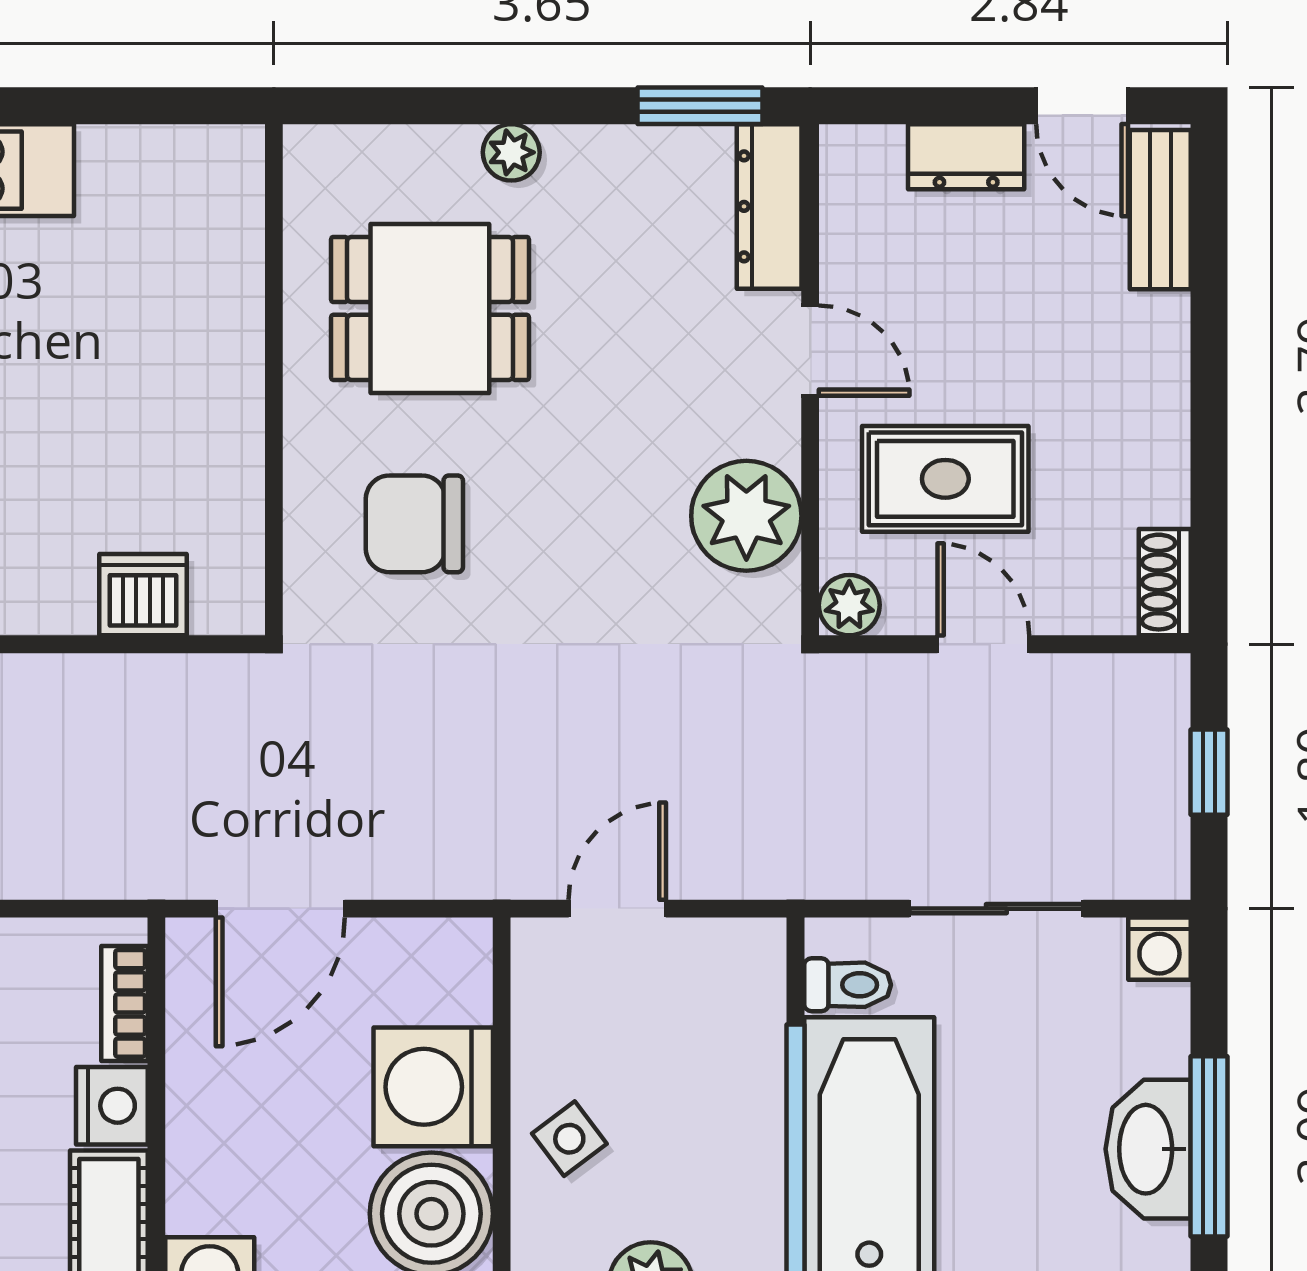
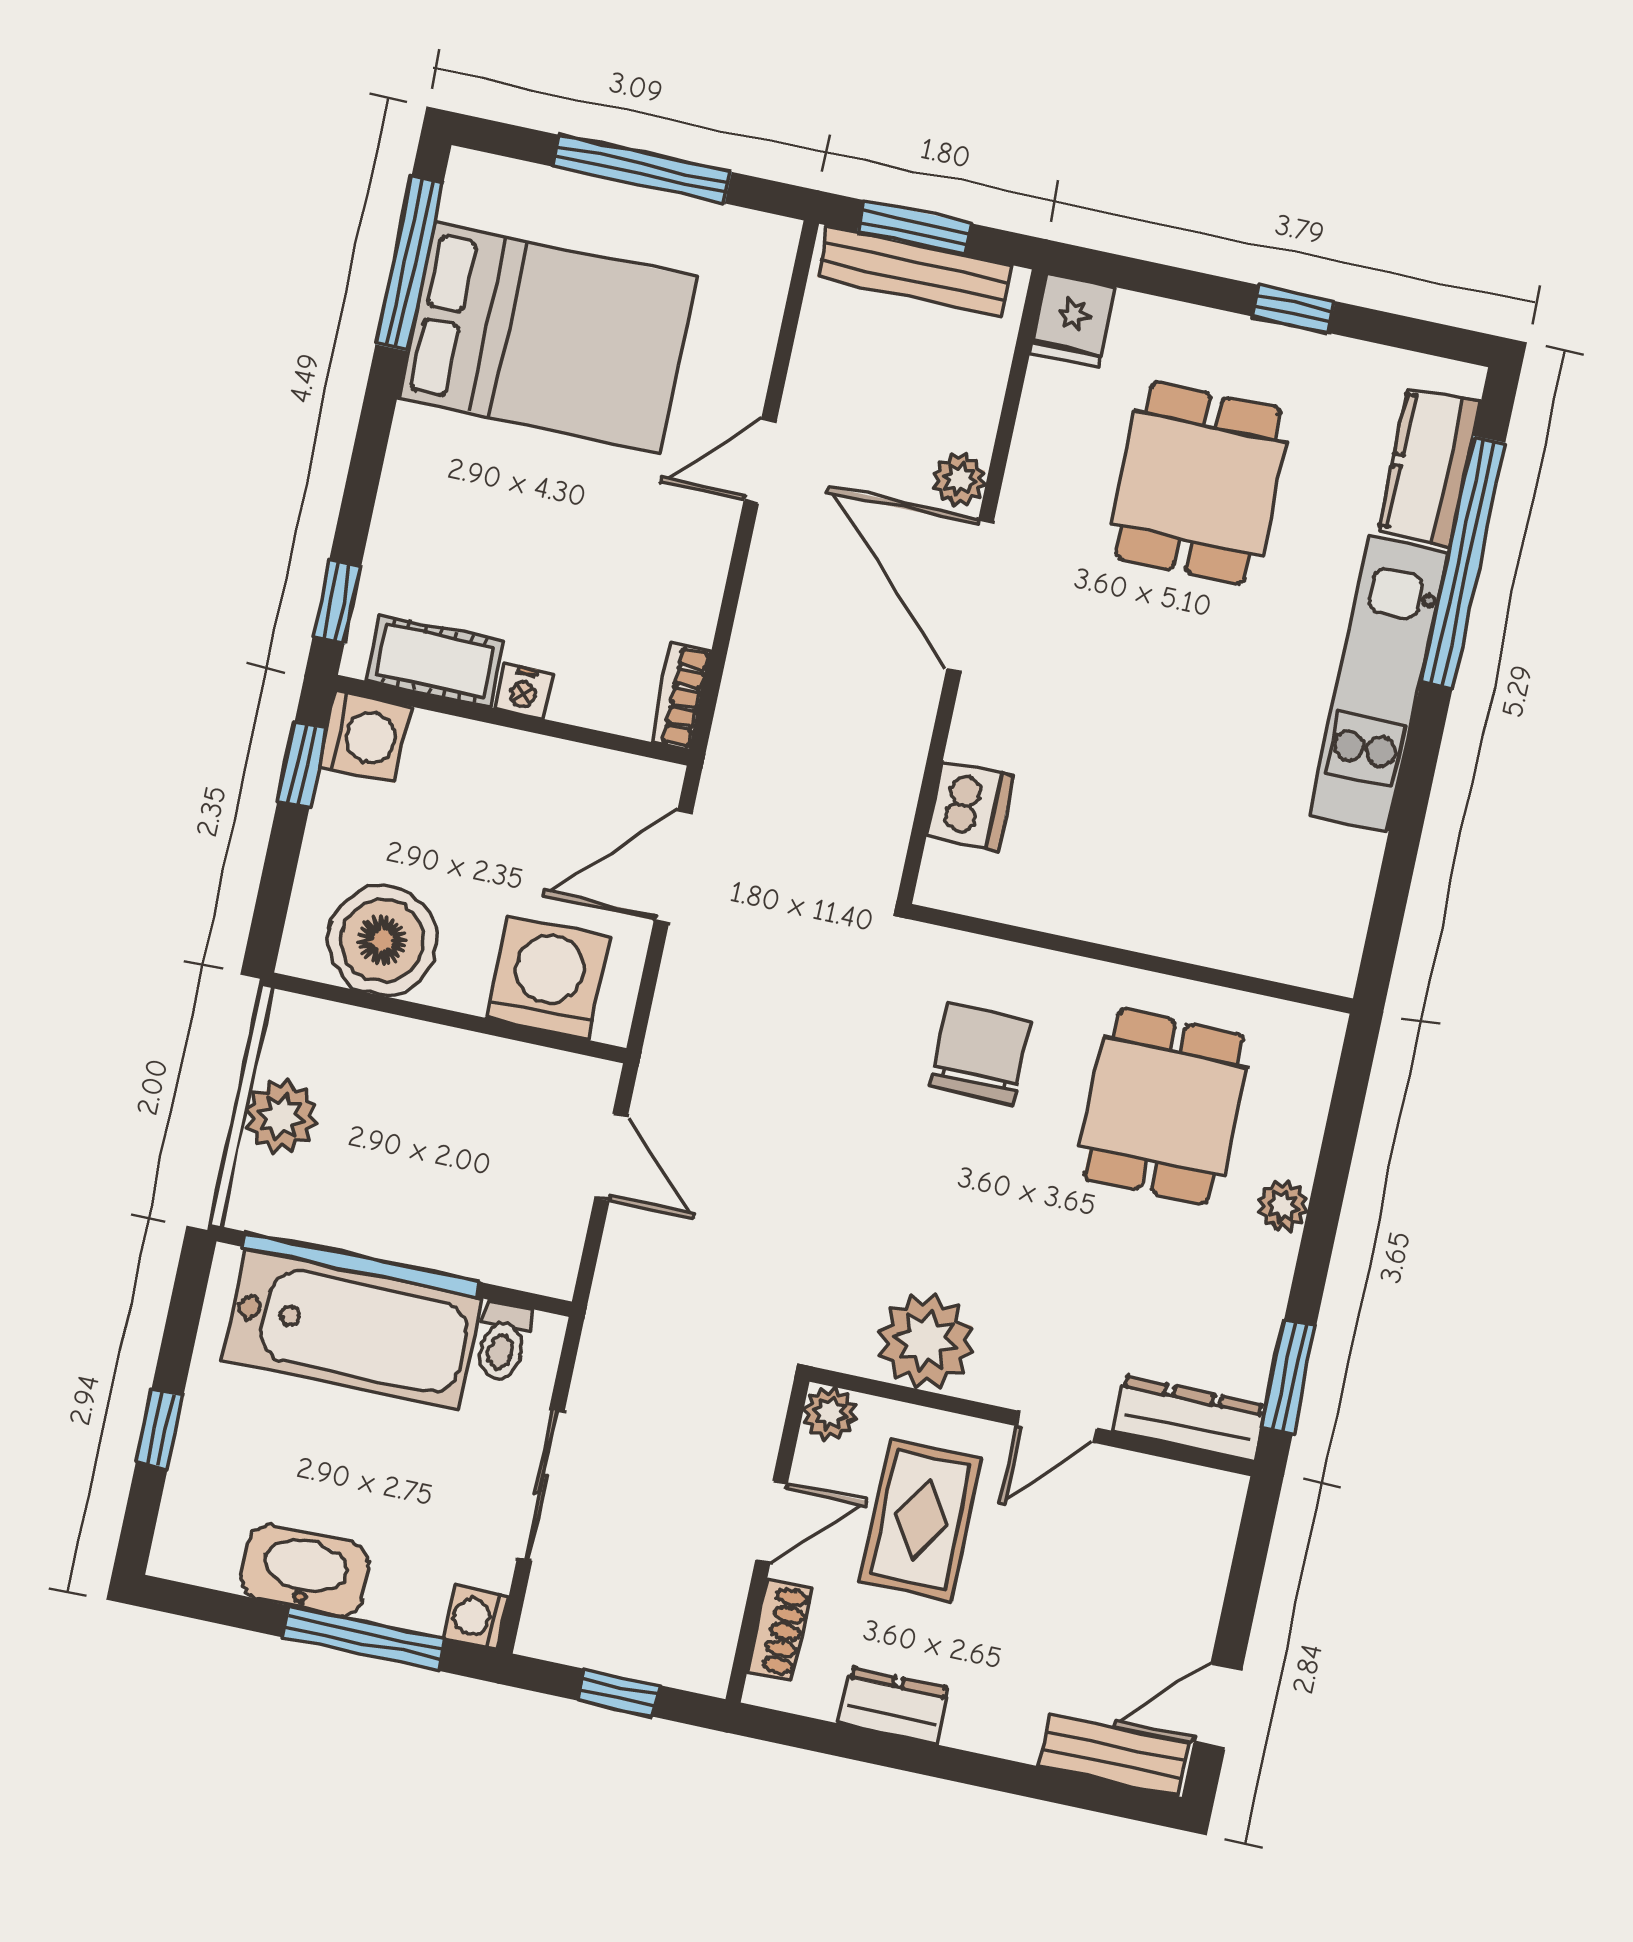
dresser: (966, 157) -> (894, 1706), moved, turned 90
shoe rack: (1165, 582) -> (779, 1630), moved, turned 90
door: (280, 909) -> (673, 866), hinge flipped
bookcase: (125, 1003) -> (681, 696), moved, turned -90
washing machine: (433, 1087) -> (548, 978), moved
nightstand: (112, 1106) -> (523, 691), width x0.72, depth x0.74
side table: (569, 1139) -> (421, 1073), removed
window: (1209, 1146) -> (364, 1638), moved

